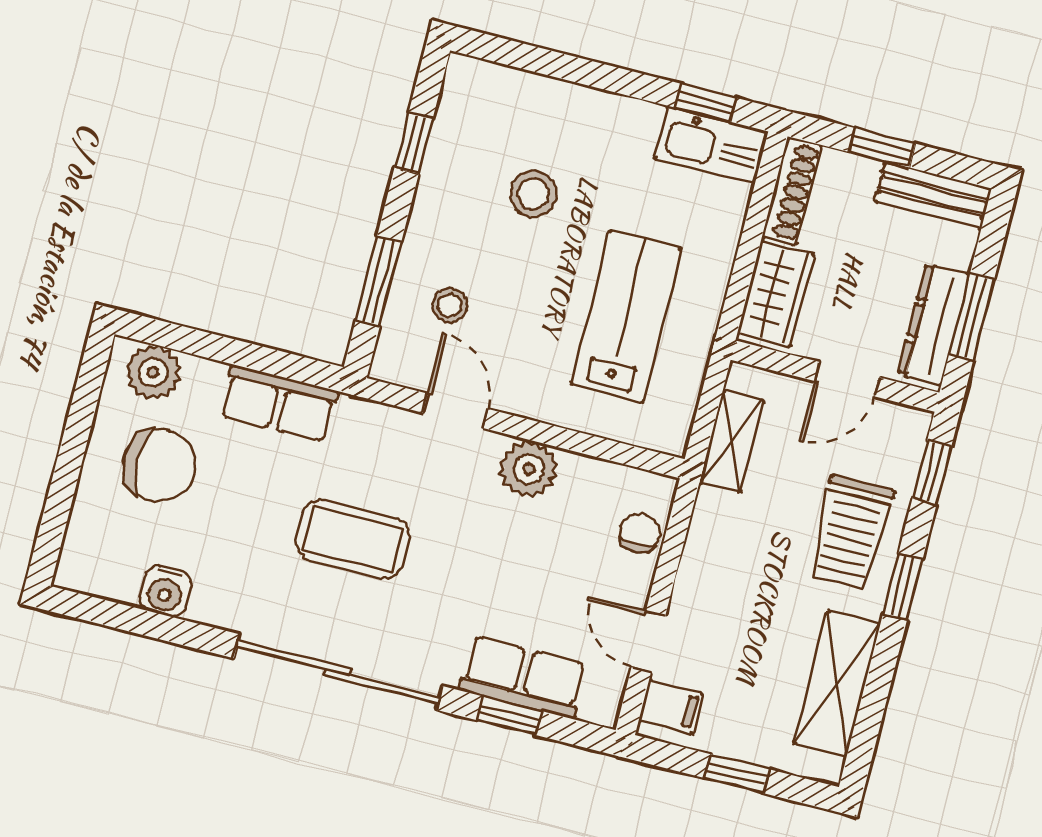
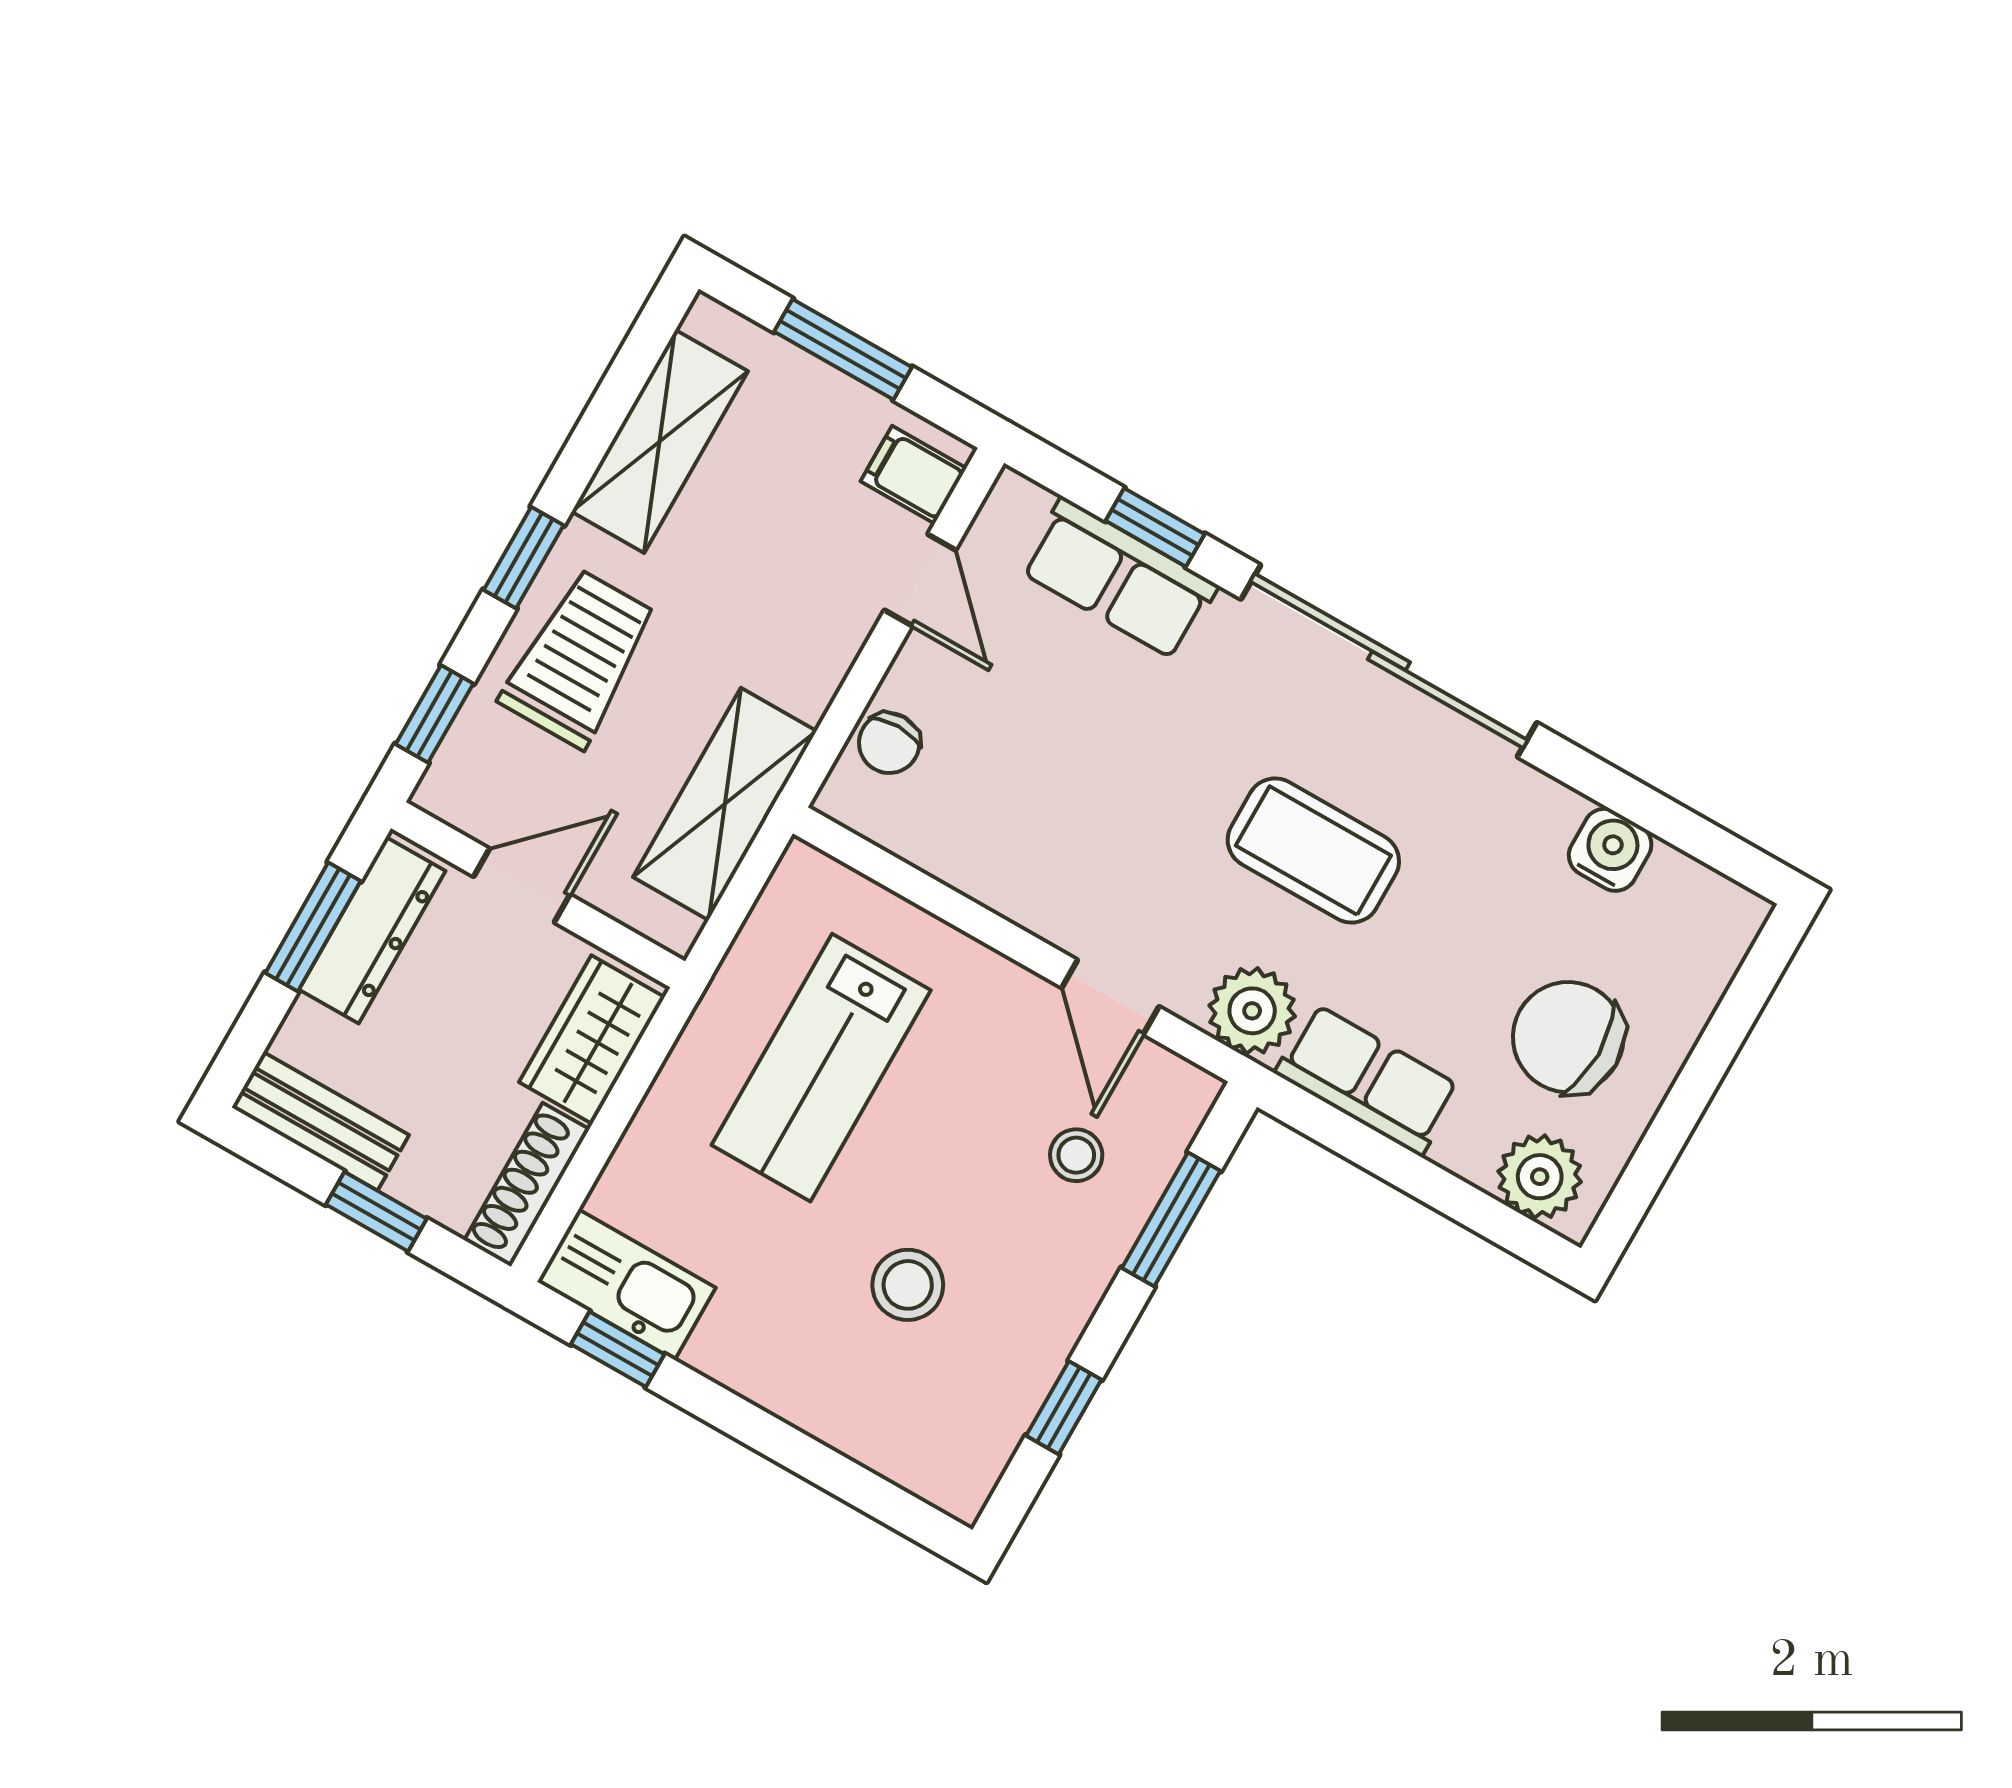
shelving: (732, 441) -> (725, 804), width x1.50, depth x1.33
plant: (529, 469) -> (1252, 1011), moved
window: (737, 774) -> (843, 349), width x1.50

